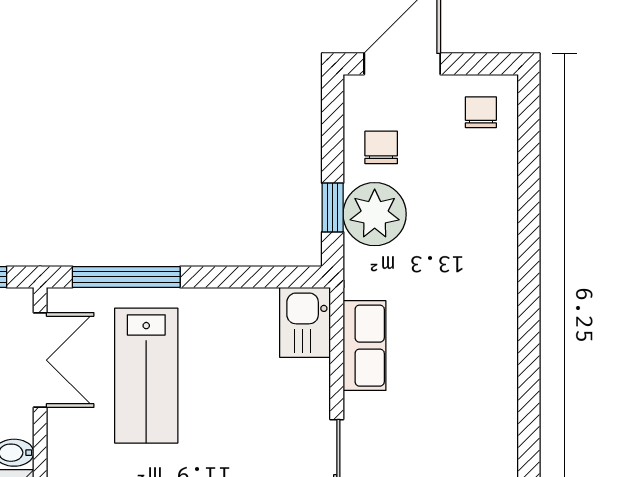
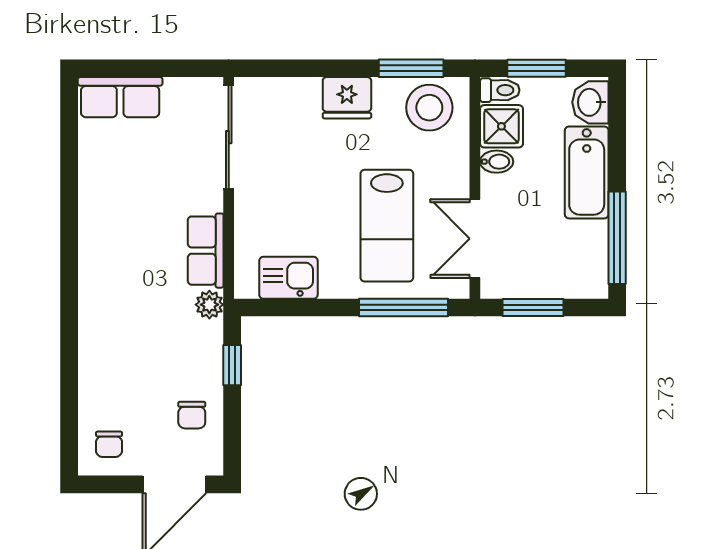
plant: (375, 214) -> (209, 305), moved, width x0.53, depth x0.53
kitchen sink: (305, 322) -> (288, 278), moved, turned -90
lab bench: (146, 376) -> (387, 226), turned 180

